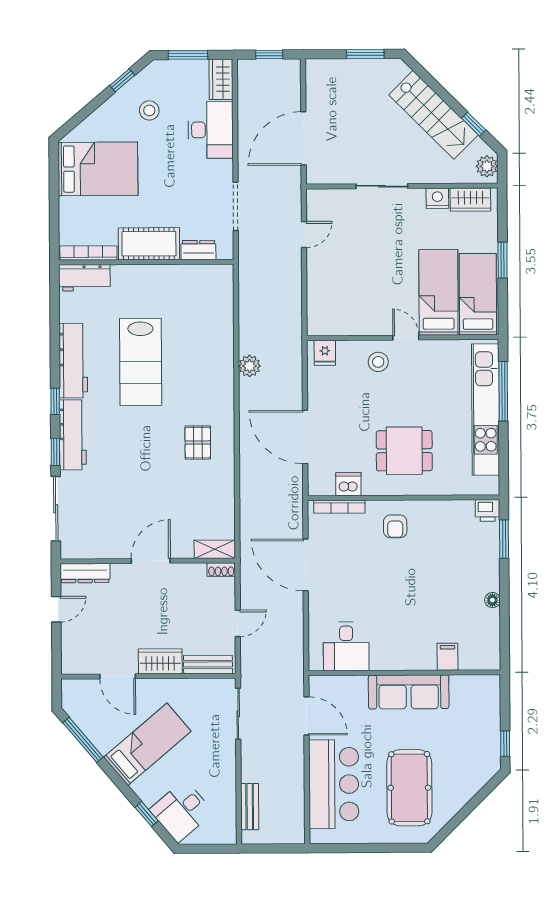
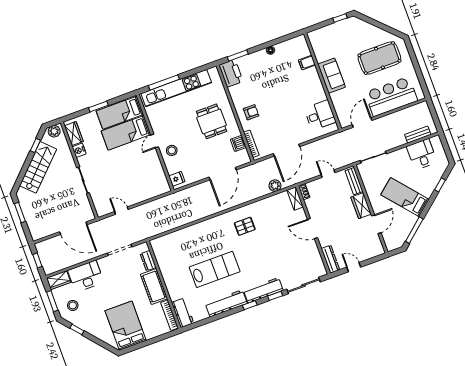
stool: (149, 110) -> (73, 305), moved
plant: (250, 366) -> (275, 186), moved
printer: (488, 510) -> (231, 73), width x1.87, depth x1.48
sofa: (409, 692) -> (332, 76), width x0.73
desk: (181, 811) -> (422, 154), moved, turned -140

